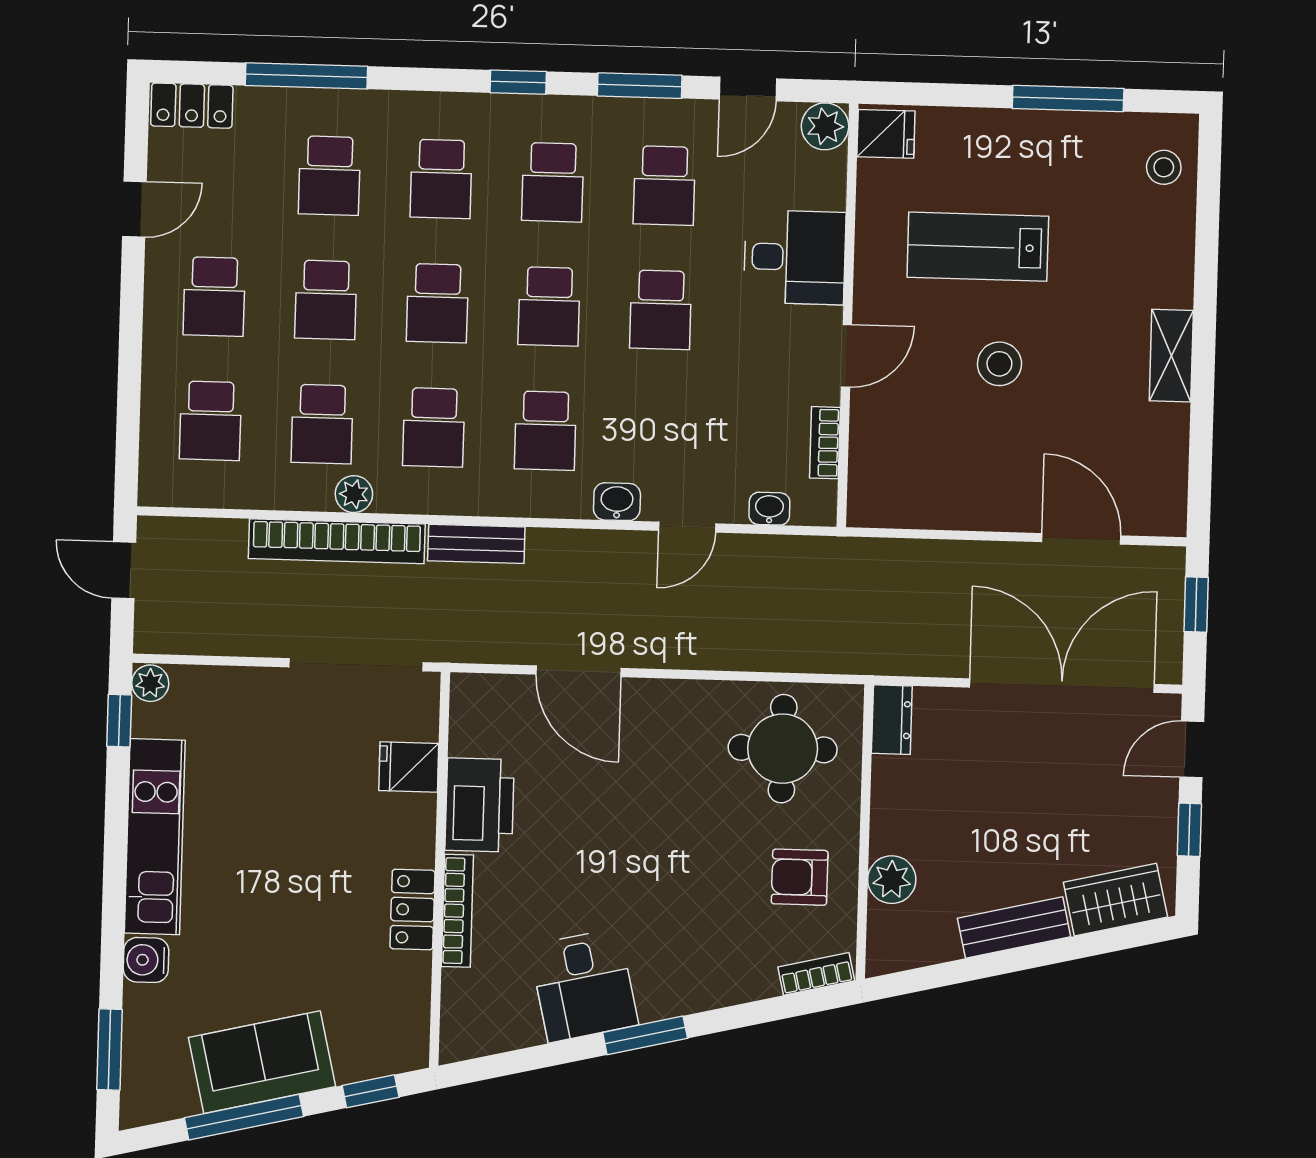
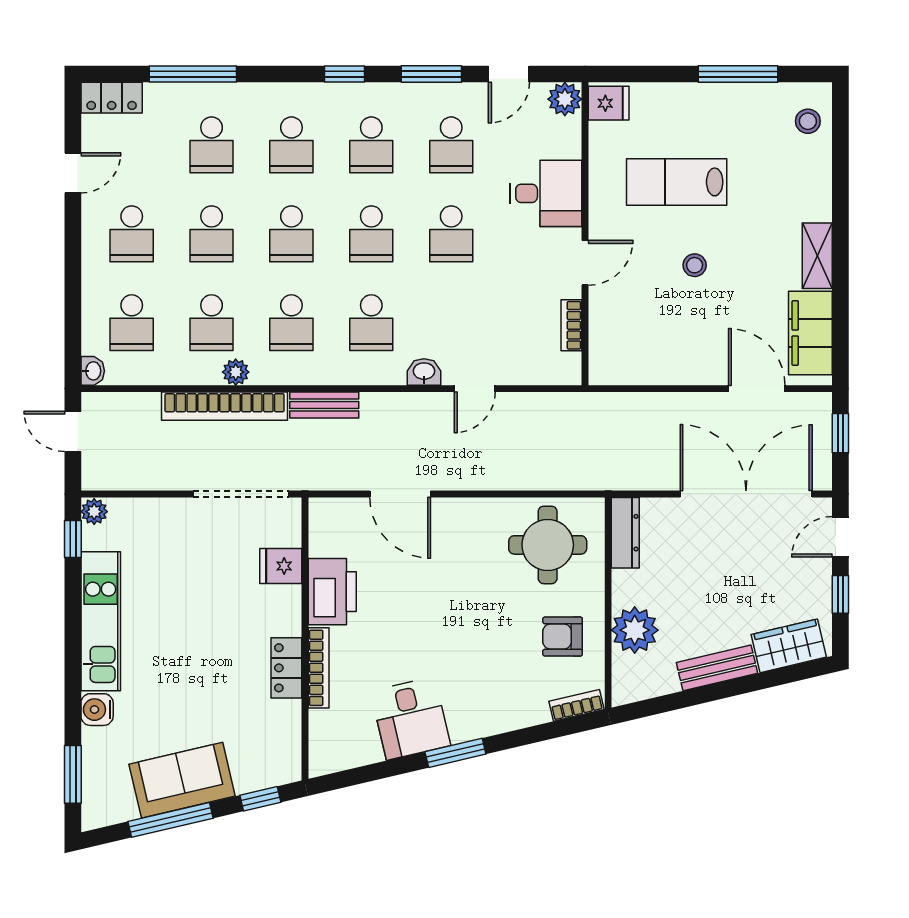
stool: (999, 364) -> (695, 265), width x0.73, depth x0.73
filing cabinet: (1158, 463) -> (810, 333), added
washbasin: (769, 509) -> (93, 371), moved, turned 90
dresser: (892, 720) -> (625, 533), width x1.44
plant: (892, 880) -> (635, 630), width x1.36, depth x1.36

